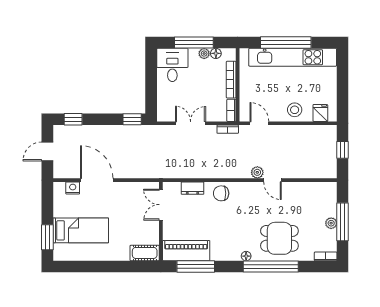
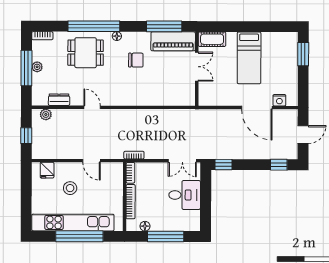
plant: (204, 54) -> (156, 226), removed
desk: (172, 65) -> (185, 195), moved, turned -90
stool: (295, 110) -> (70, 188), moved
double door: (191, 123) -> (182, 161), moved
door: (259, 123) -> (92, 161), moved
plant: (257, 172) -> (46, 114), moved
dresser: (192, 188) -> (59, 100), moved
chair: (221, 193) -> (136, 60), moved
double door: (161, 205) -> (197, 67), moved
bed: (81, 230) -> (249, 58), moved, turned -90

